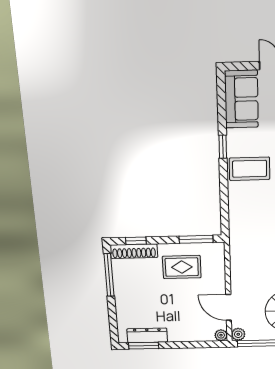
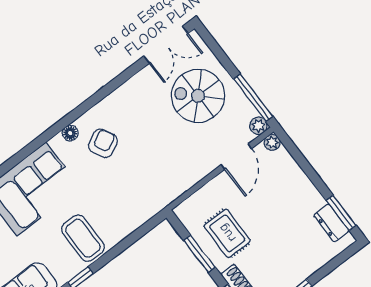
window: (196, 239) -> (199, 254), moved
dresser: (147, 335) -> (331, 223), width x0.70

